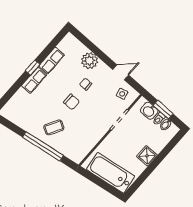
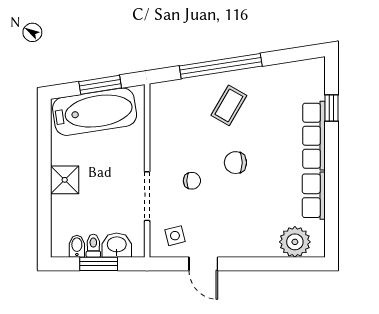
plant: (89, 61) -> (295, 242), moved
window: (33, 68) -> (331, 108), moved
door: (121, 72) -> (203, 264), hinge flipped
row of seats: (34, 80) -> (314, 136), width x1.48
chair: (86, 84) -> (192, 181), moved
window: (99, 182) -> (100, 85), added

